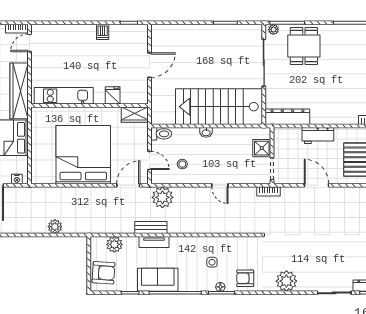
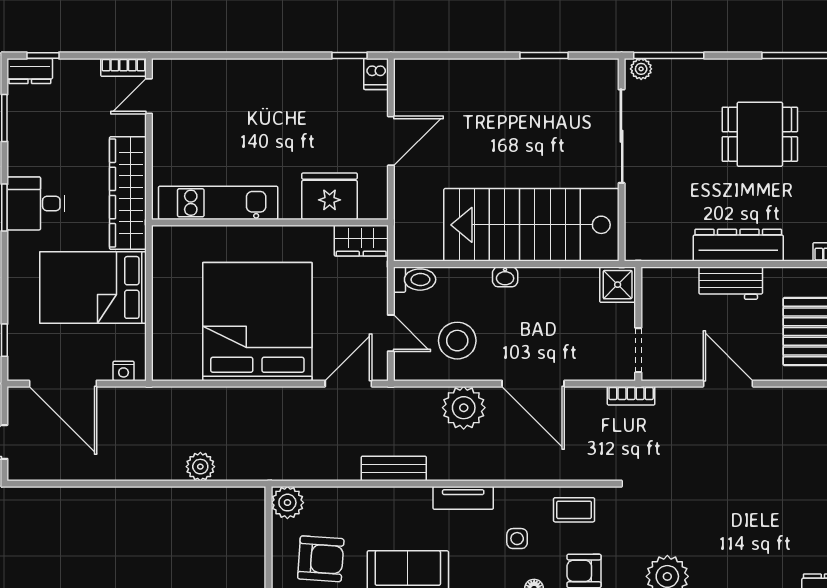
dishwasher: (103, 32) -> (376, 74), moved
dining table: (304, 46) -> (760, 134), moved, turned 90
fridge: (113, 95) -> (330, 196), width x1.88, depth x1.34
dresser: (287, 117) -> (738, 245), moved
shower: (262, 148) -> (618, 285), moved
stool: (182, 164) -> (457, 341), width x1.89, depth x1.89
door: (220, 185) -> (533, 384), width x1.87
plant: (162, 197) -> (464, 408), moved
tv unit: (154, 242) -> (463, 498), moved
plant: (114, 244) -> (287, 503), moved
coffee table: (240, 248) -> (574, 510), added
armchair: (104, 273) -> (321, 559), moved

